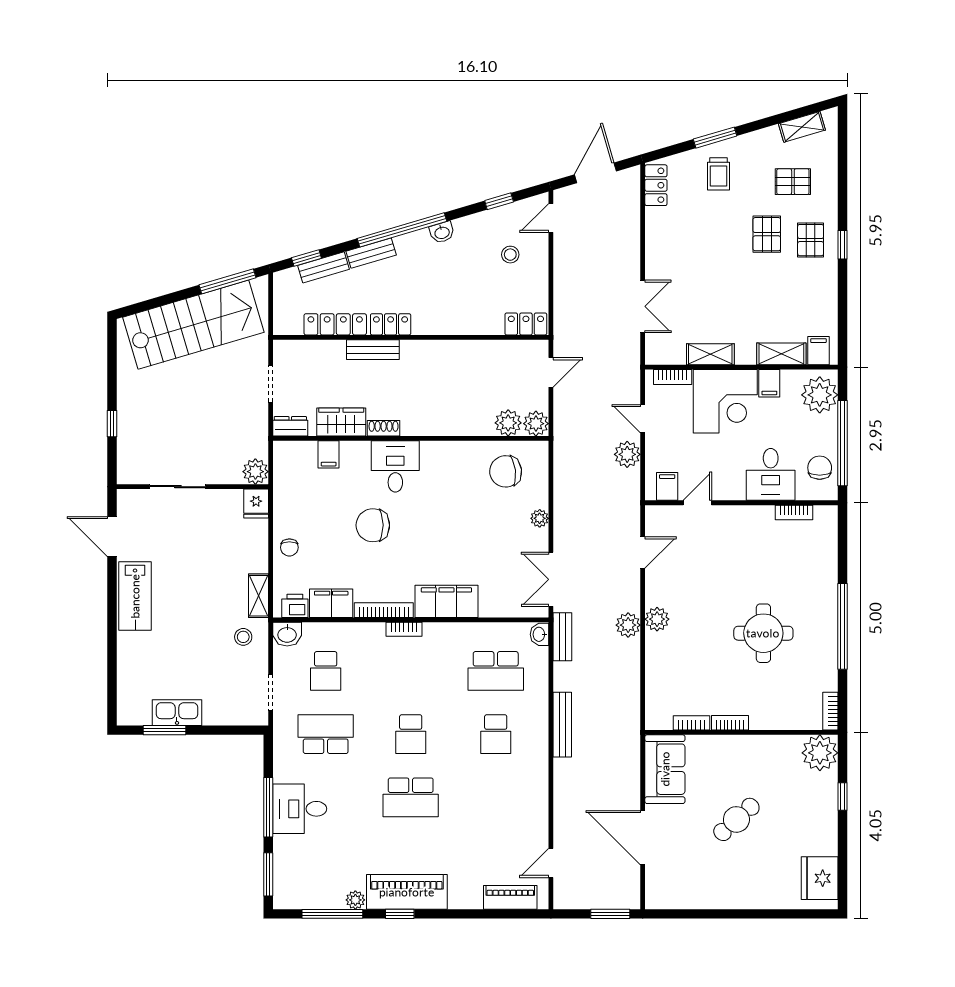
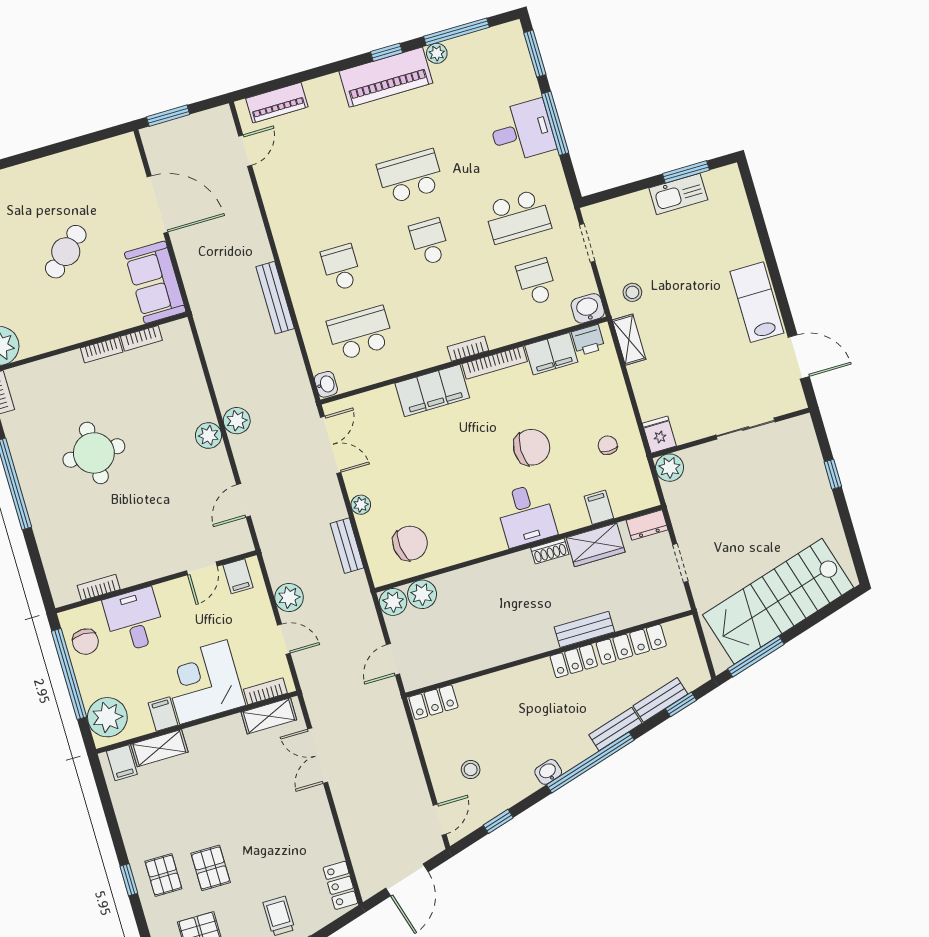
shelving: (710, 354) -> (269, 716), moved
chair: (289, 547) -> (608, 445), moved
bench: (562, 637) -> (347, 546), moved

